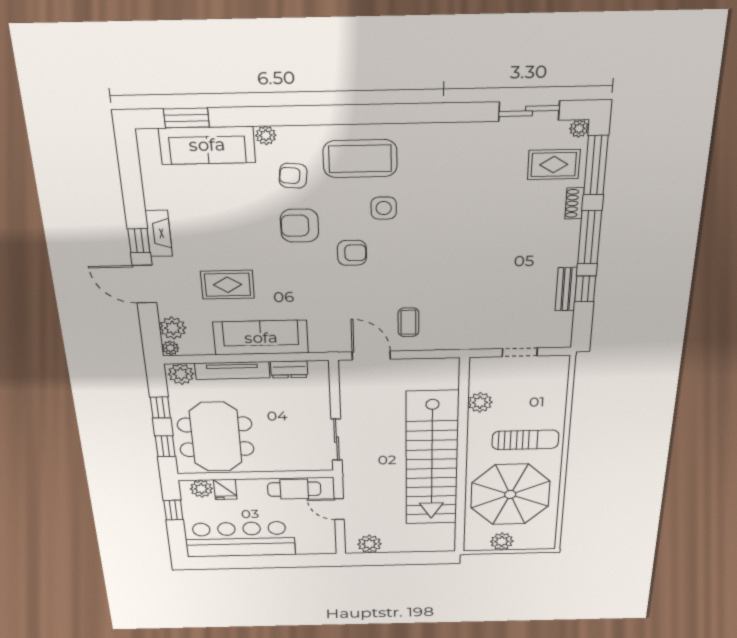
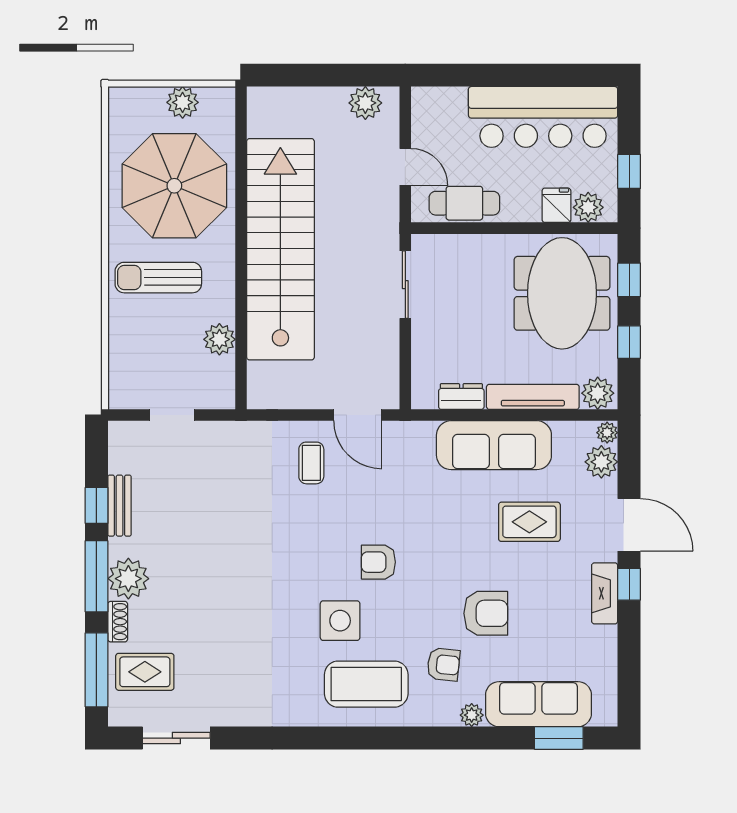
plant: (579, 128) -> (128, 579), moved, width x1.88, depth x1.88
side table: (384, 208) -> (340, 621), width x1.37, depth x1.37
armchair: (299, 226) -> (486, 613), moved

